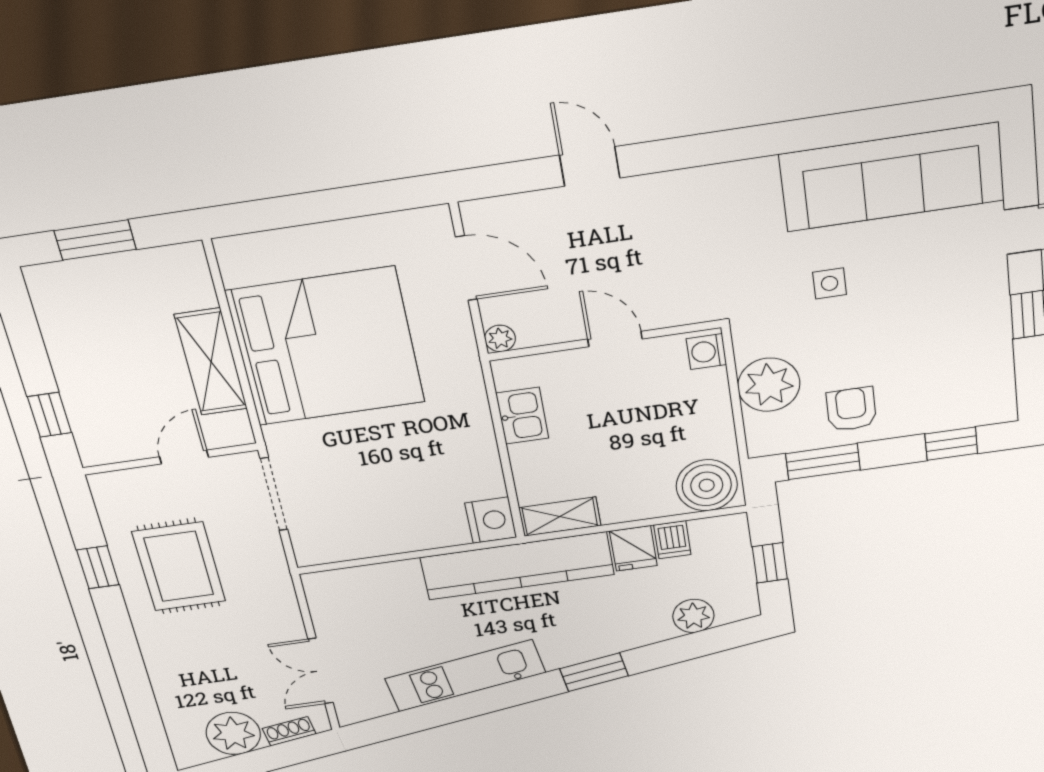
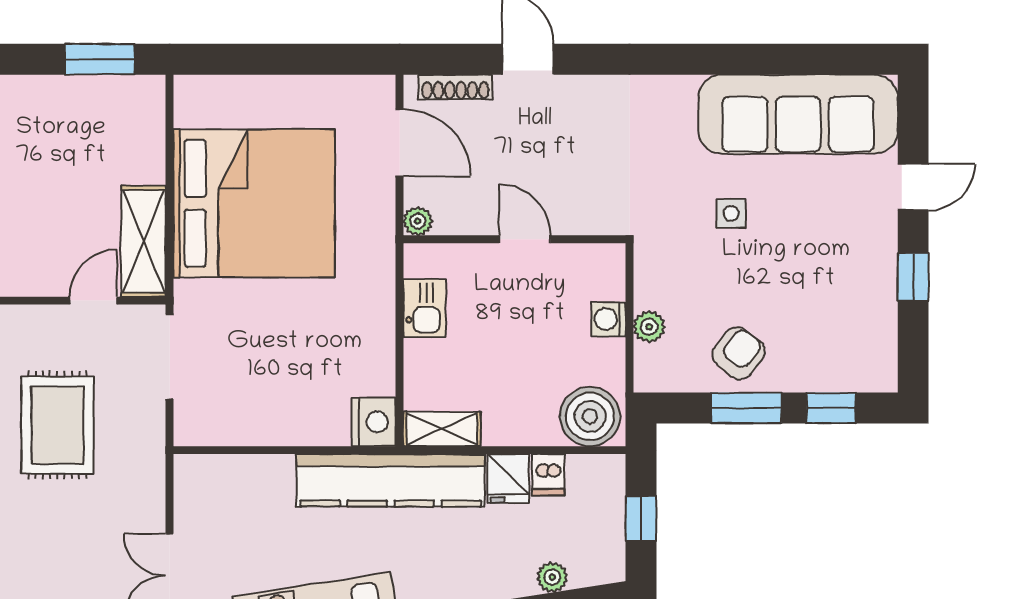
shoe rack: (516, 206) -> (455, 87), added
window: (95, 240) -> (100, 59), moved
washing machine: (706, 352) -> (608, 319), moved
shelving: (211, 362) -> (143, 241), moved
plant: (769, 385) -> (649, 327), width x0.53, depth x0.53
armchair: (851, 409) -> (739, 353), turned 38
window: (823, 462) -> (746, 408), moved
plant: (693, 616) -> (552, 577), width x0.73, depth x0.73

